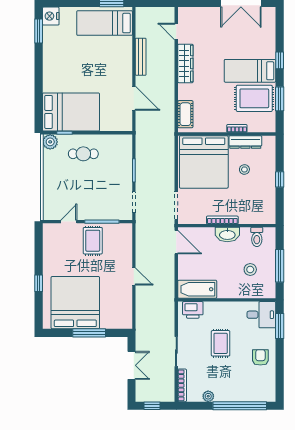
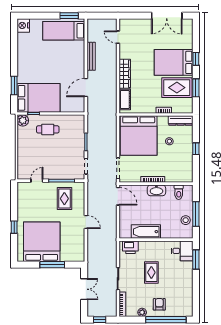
window: (39, 31) -> (14, 86), moved
wardrobe: (185, 63) -> (125, 74), moved
bed: (250, 71) -> (174, 62), width x1.50
door: (134, 98) -> (86, 88), swing flipped
dresser: (245, 142) -> (181, 121), moved
rug: (93, 241) -> (64, 199), moved
stool: (250, 269) -> (186, 220), moved
bathtub: (197, 289) -> (146, 232), moved
armchair: (260, 357) -> (159, 304), moved

